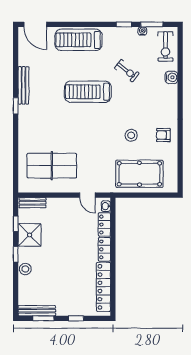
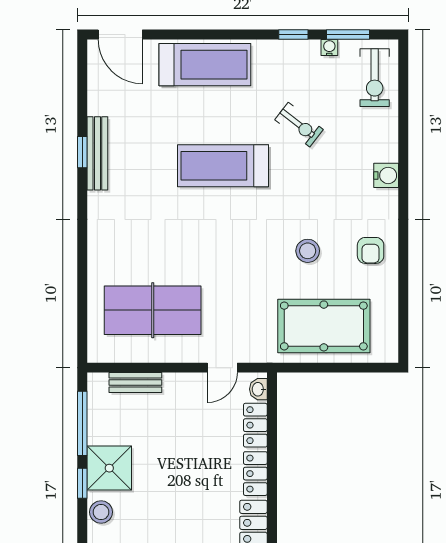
treadmill: (79, 40) -> (205, 65), turned 180
water cooler: (171, 77) -> (386, 175), moved
window: (16, 106) -> (82, 152), moved
armchair: (163, 135) -> (371, 250), turned -90
door: (87, 195) -> (222, 368), hinge flipped
bench: (33, 203) -> (135, 382), moved
window: (16, 224) -> (82, 423), width x2.17
shower: (30, 235) -> (109, 468), moved

